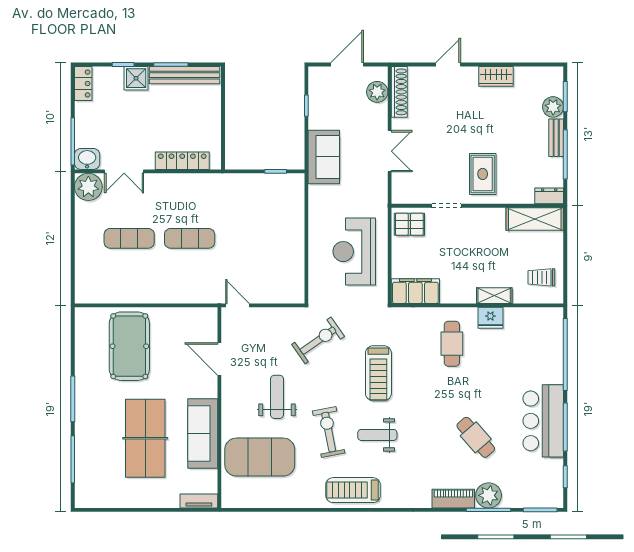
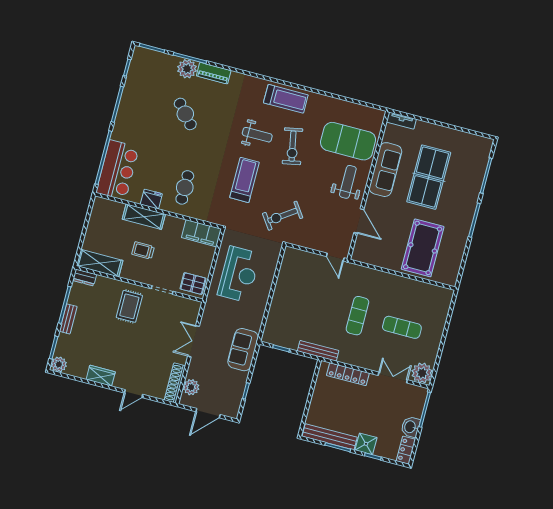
plant: (553, 107) -> (59, 364), moved
washbasin: (87, 159) -> (410, 427), moved, turned 90
bench: (228, 181) -> (318, 351), added
exercise mat: (190, 238) -> (357, 316), turned 90
trolley: (541, 277) -> (143, 250), moved, turned 180
shelving: (494, 296) -> (144, 217), width x1.50, depth x1.33
weight bench: (277, 397) -> (348, 182), moved, turned 180
bar counter: (543, 421) -> (117, 170), moved

